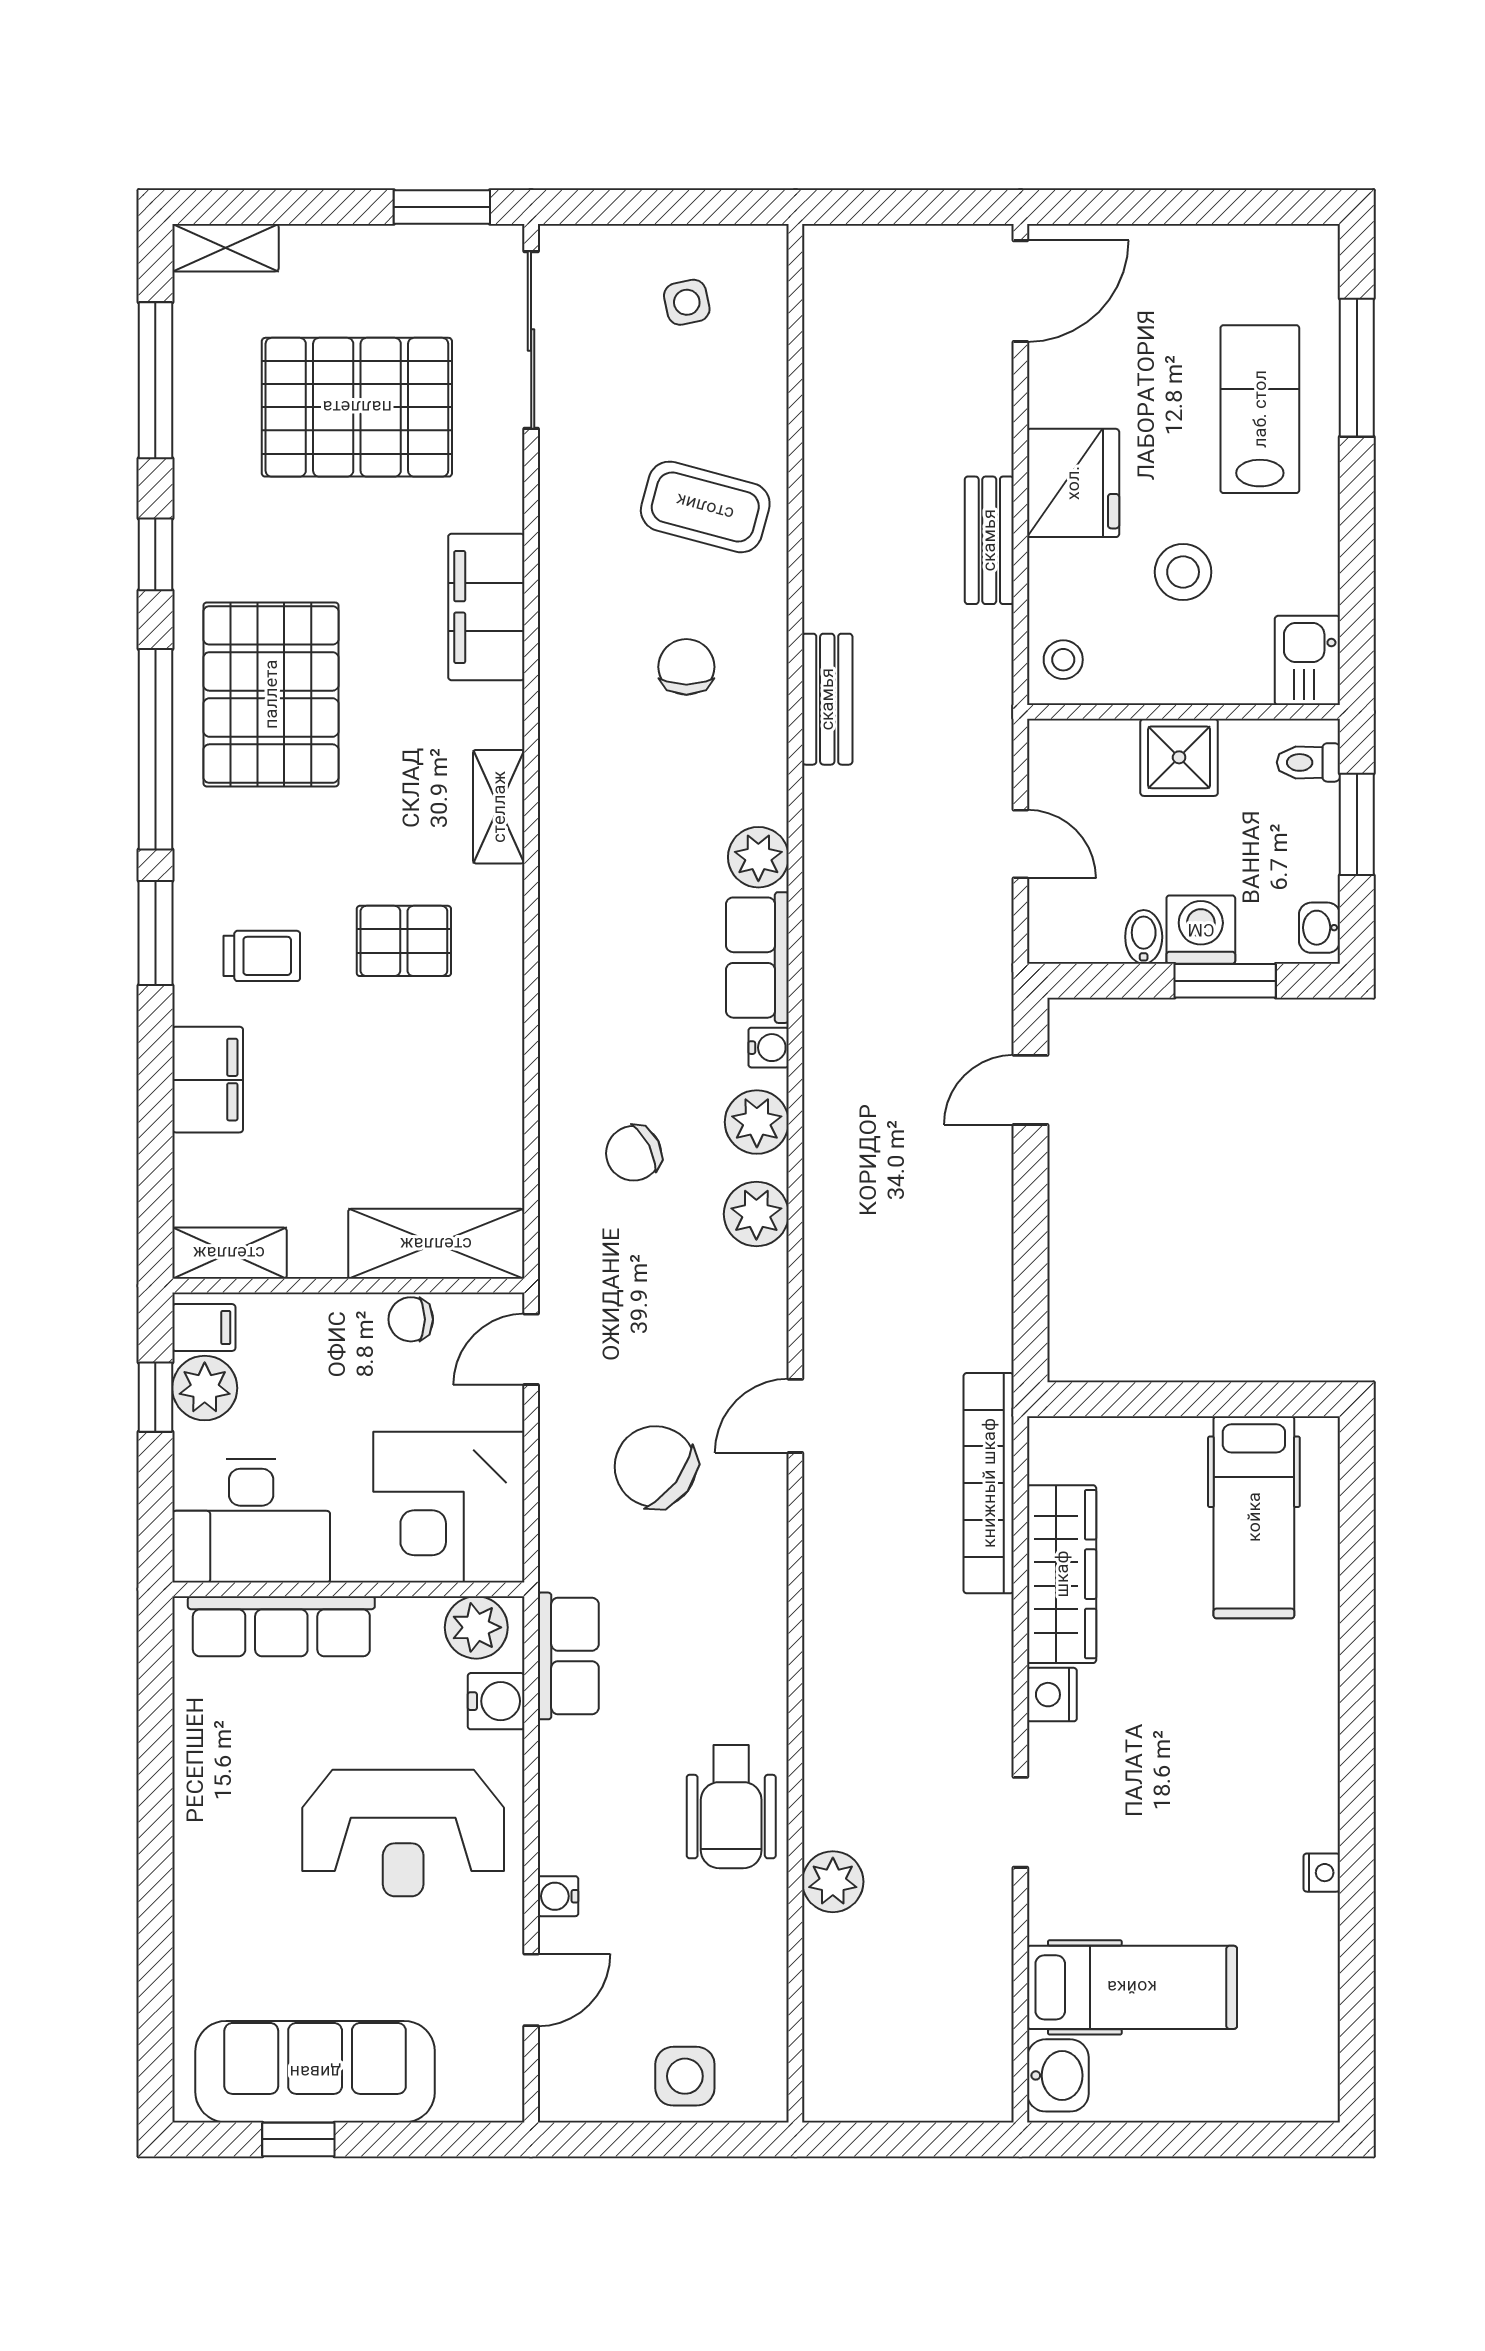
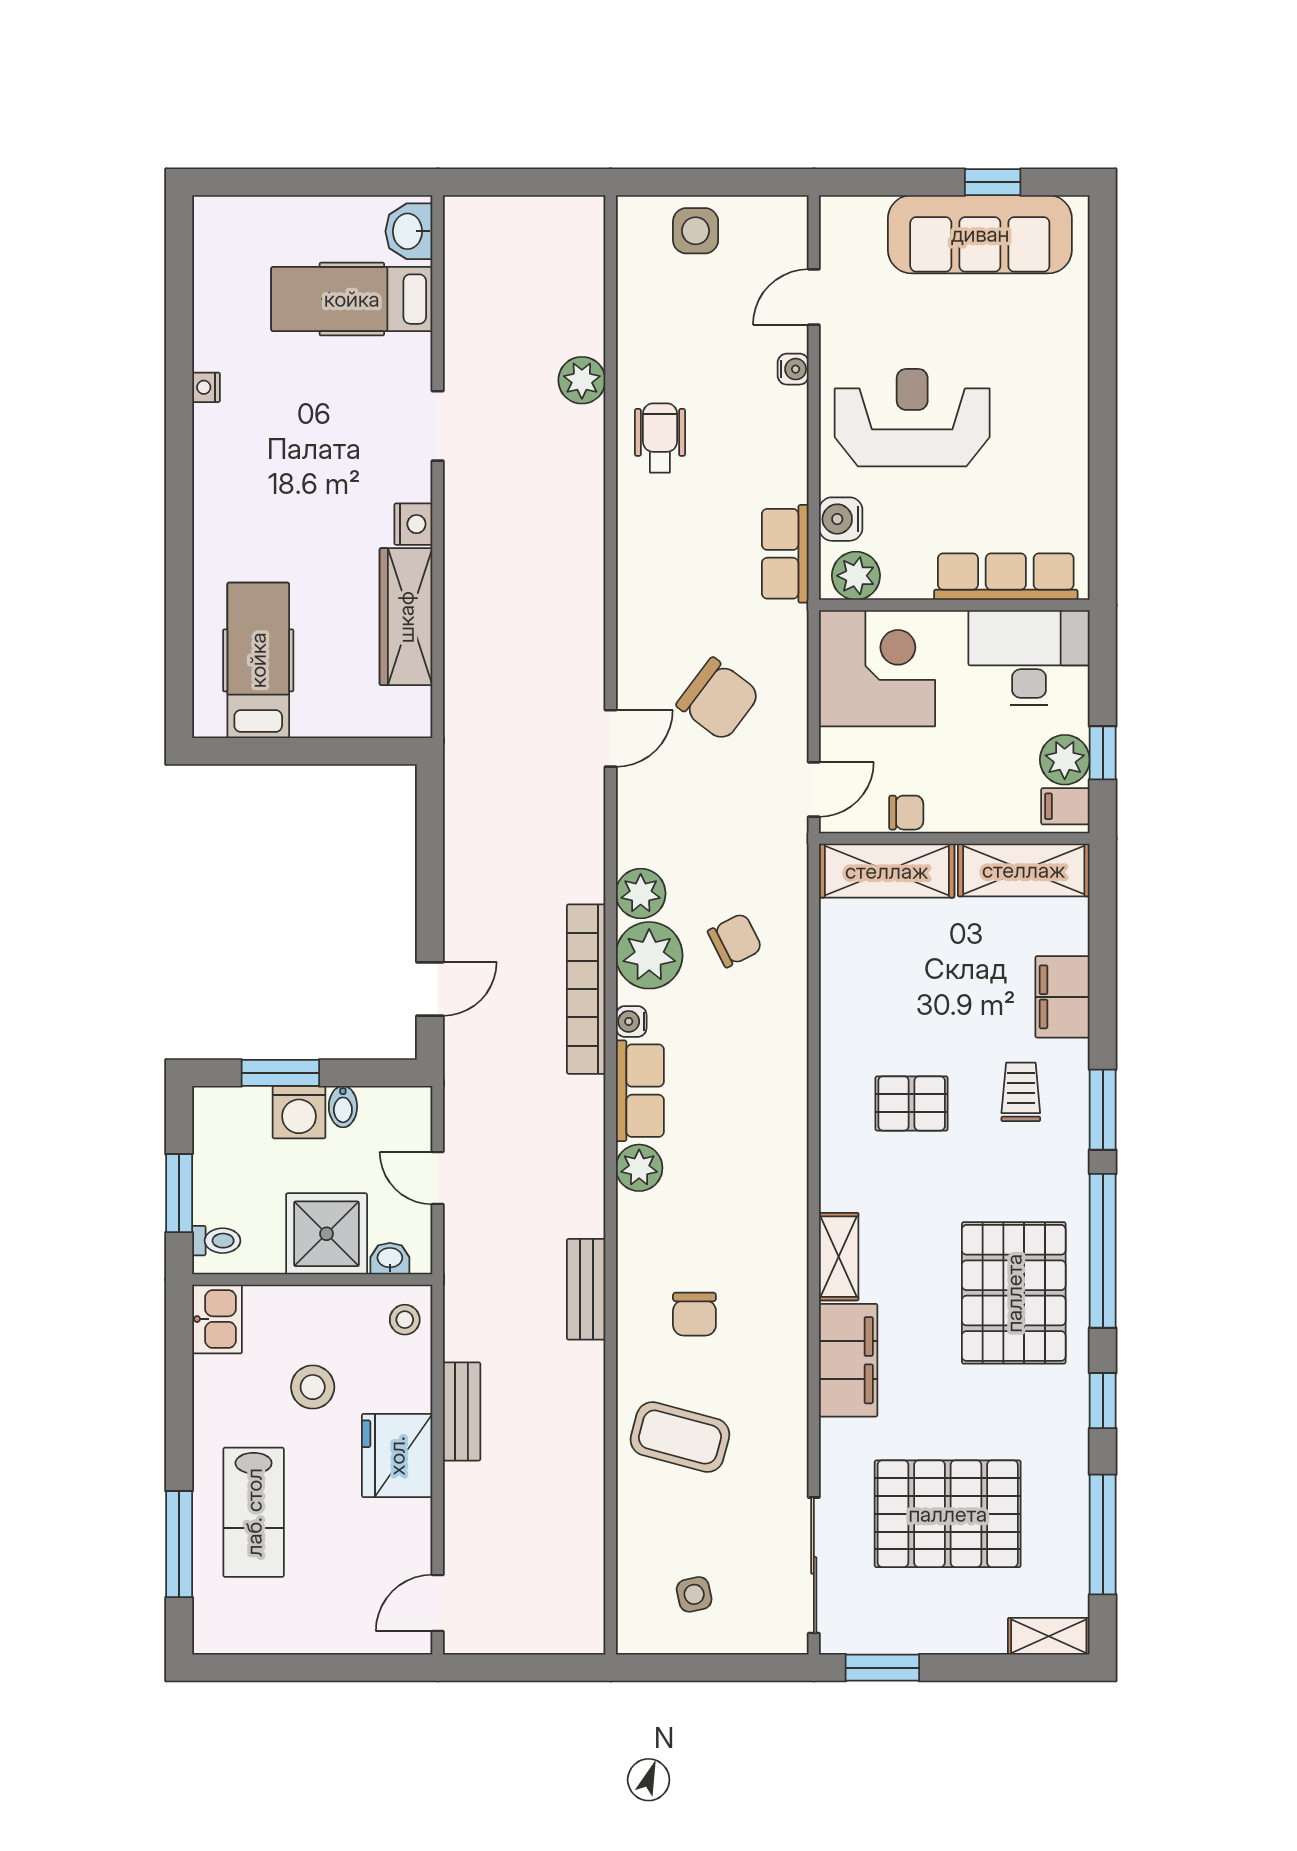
door: (1020, 291) -> (438, 1603), width x0.73
shower: (1179, 757) -> (327, 1234), width x1.36, depth x1.36
shelving: (499, 807) -> (839, 1257), moved
washbasin: (1319, 928) -> (390, 1259), moved, turned -90
trolley: (262, 956) -> (1021, 1092), turned 90
plant: (757, 1122) -> (649, 955), width x1.36, depth x1.36
shelving: (229, 1253) -> (1024, 870), width x1.50, depth x1.33
bookcase: (989, 1483) -> (586, 989), moved, turned 180
wheelchair: (731, 1807) -> (660, 438), width x0.73, depth x0.73

